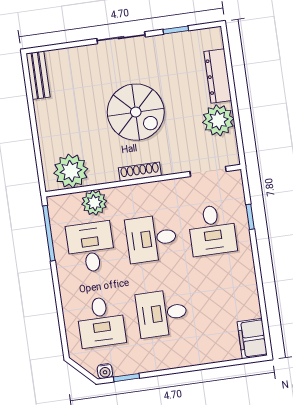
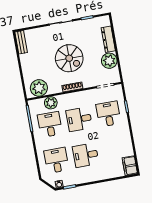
desk: (212, 230) -> (108, 114), turned 180
desk: (101, 322) -> (56, 160), turned 180

